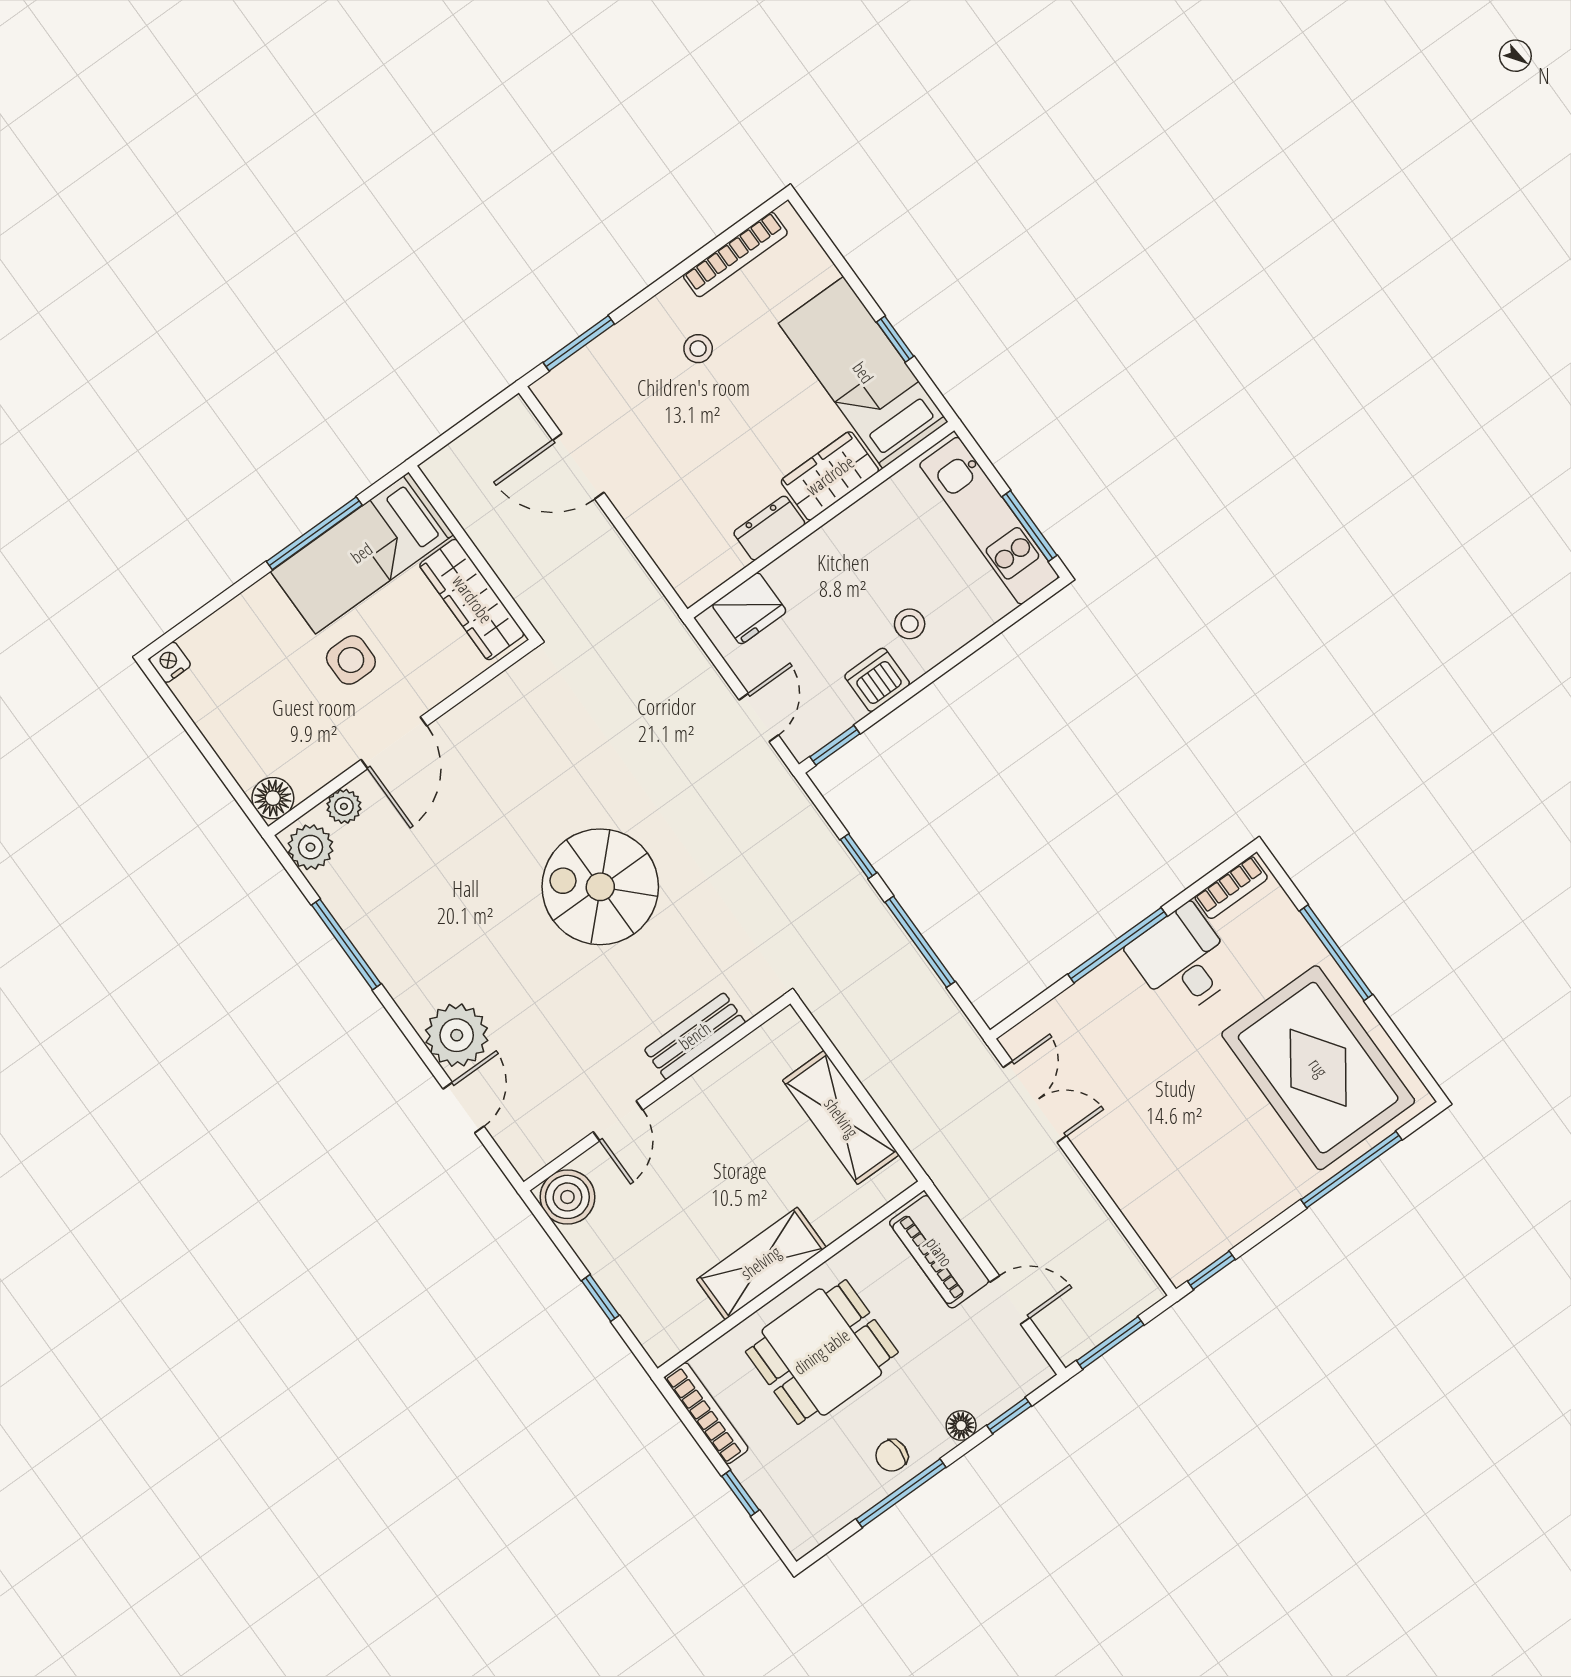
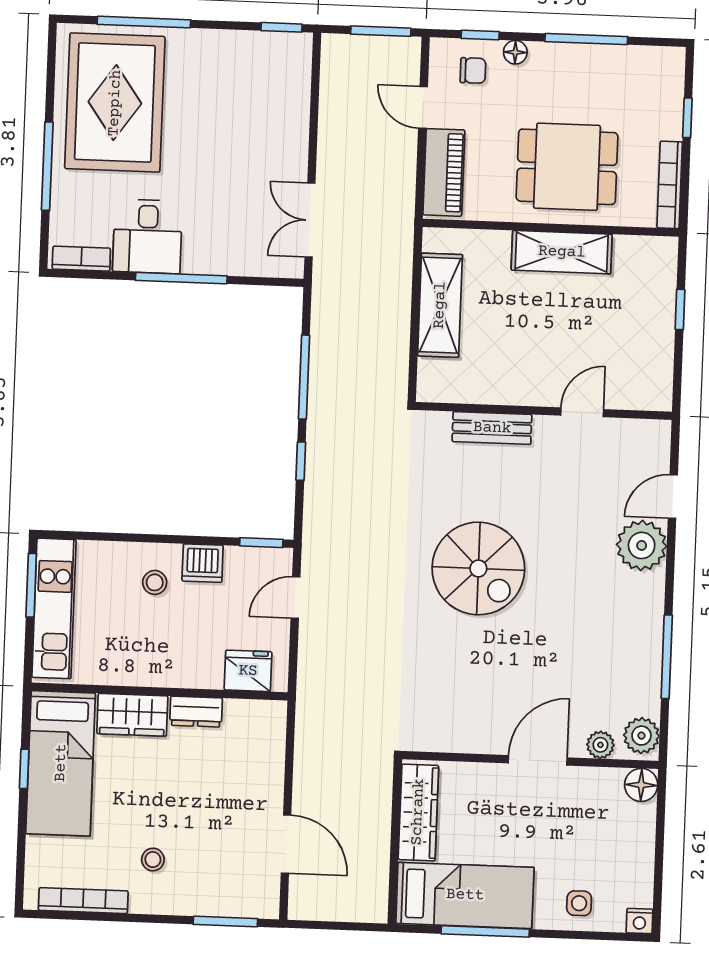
side table: (351, 660) -> (579, 903), moved, width x0.73, depth x0.73
boiler: (567, 1197) -> (651, 389), removed
chair: (892, 1456) -> (473, 71), moved

